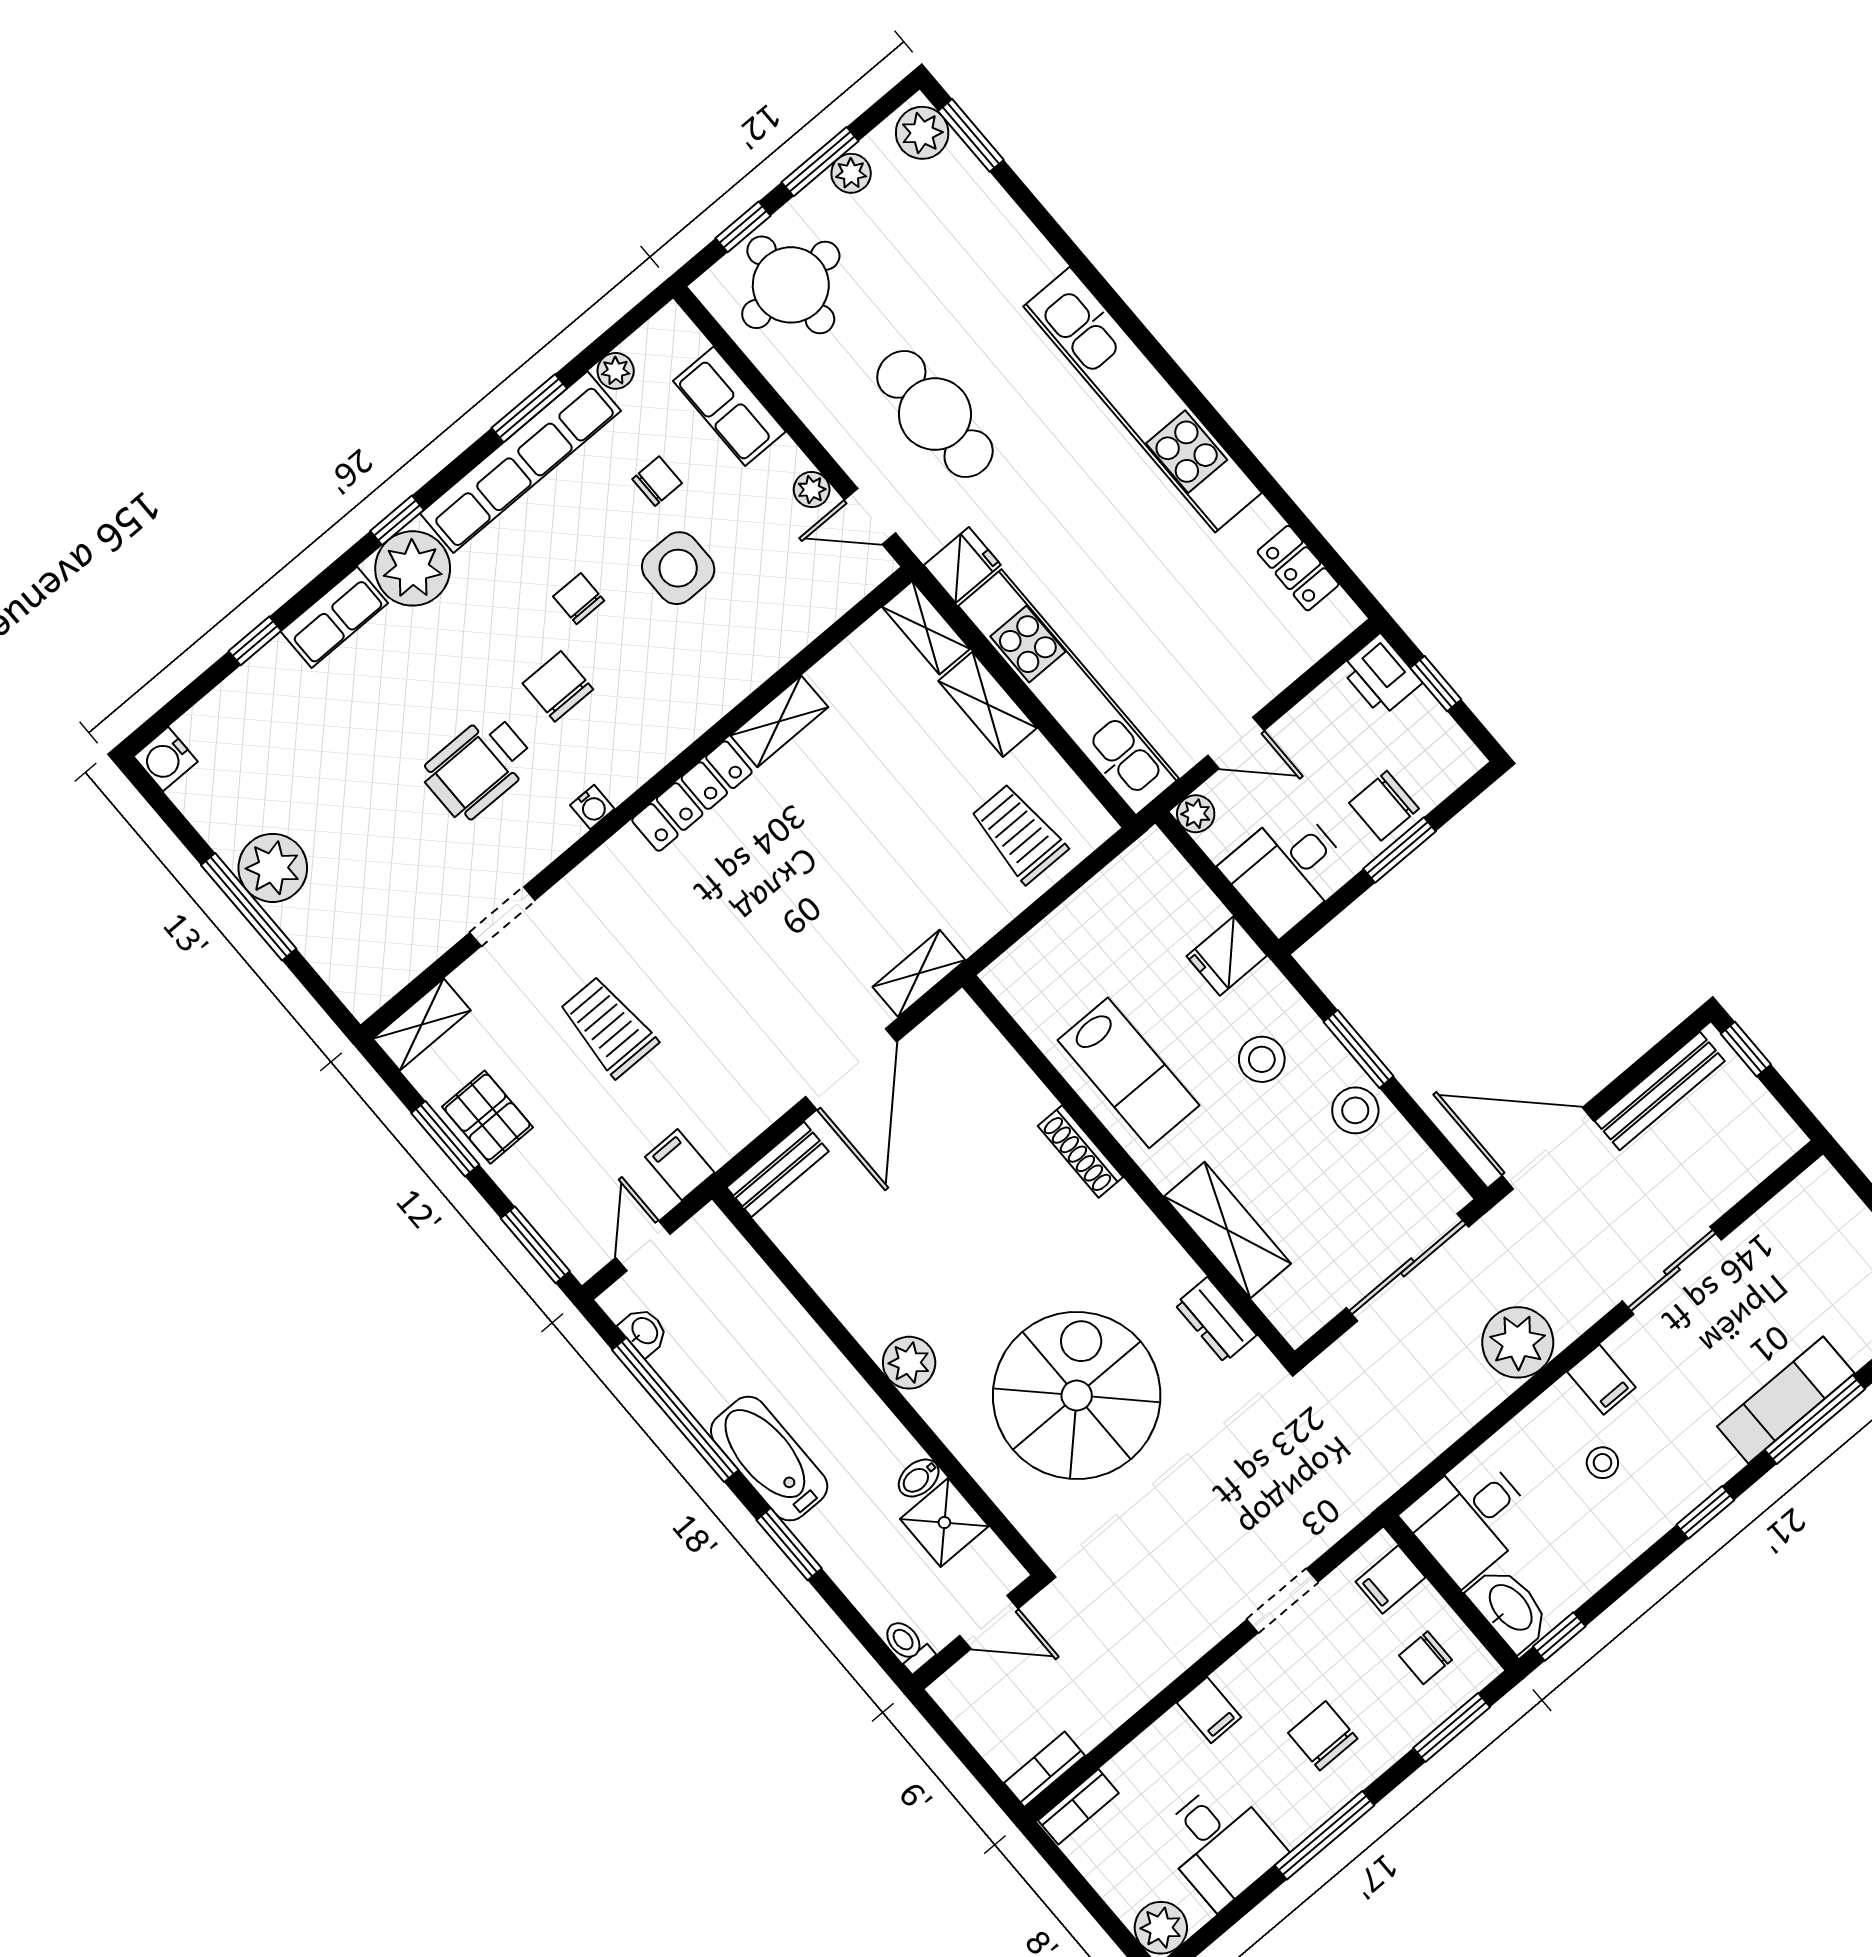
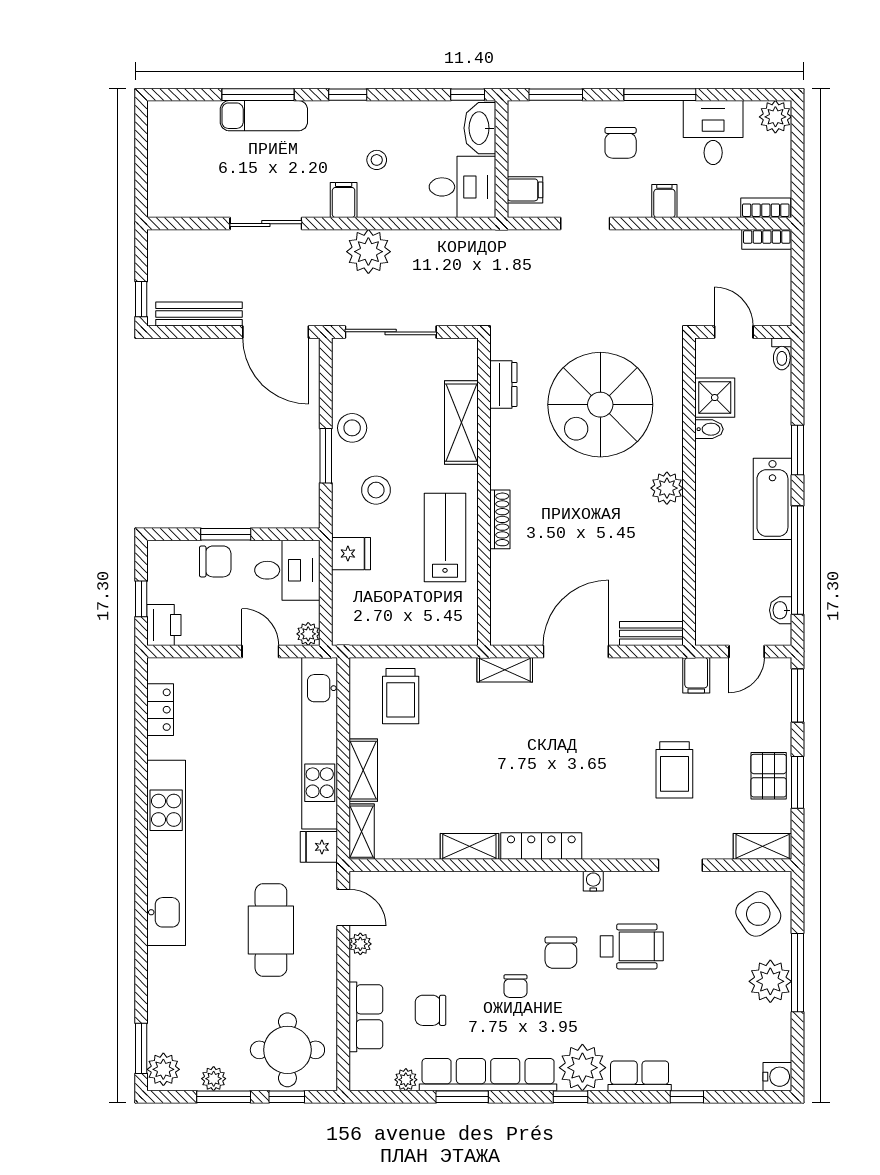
chair: (657, 481) -> (431, 1010), width x1.37, depth x1.37
side table: (678, 568) -> (758, 914), moved, turned -34
chair: (1426, 1658) -> (540, 139), removed

